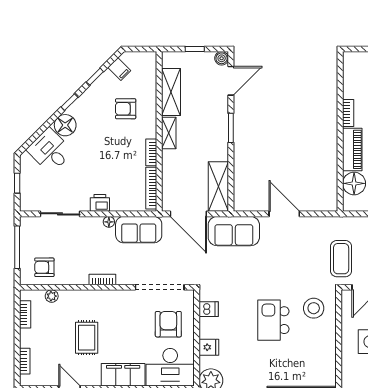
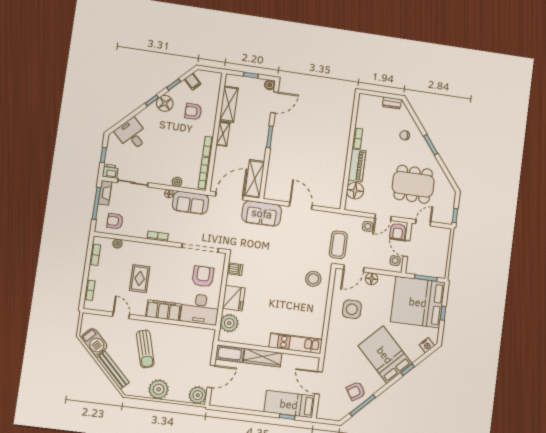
floor lamp: (65, 125) -> (165, 103), moved
printer: (100, 203) -> (110, 171), moved
plant: (117, 205) -> (177, 182), added
door: (188, 214) -> (229, 196), swing flipped
fireplace: (26, 232) -> (105, 193), added
kitchen island: (273, 320) -> (282, 284), removed
fridge: (209, 347) -> (234, 298), width x1.88, depth x1.34

